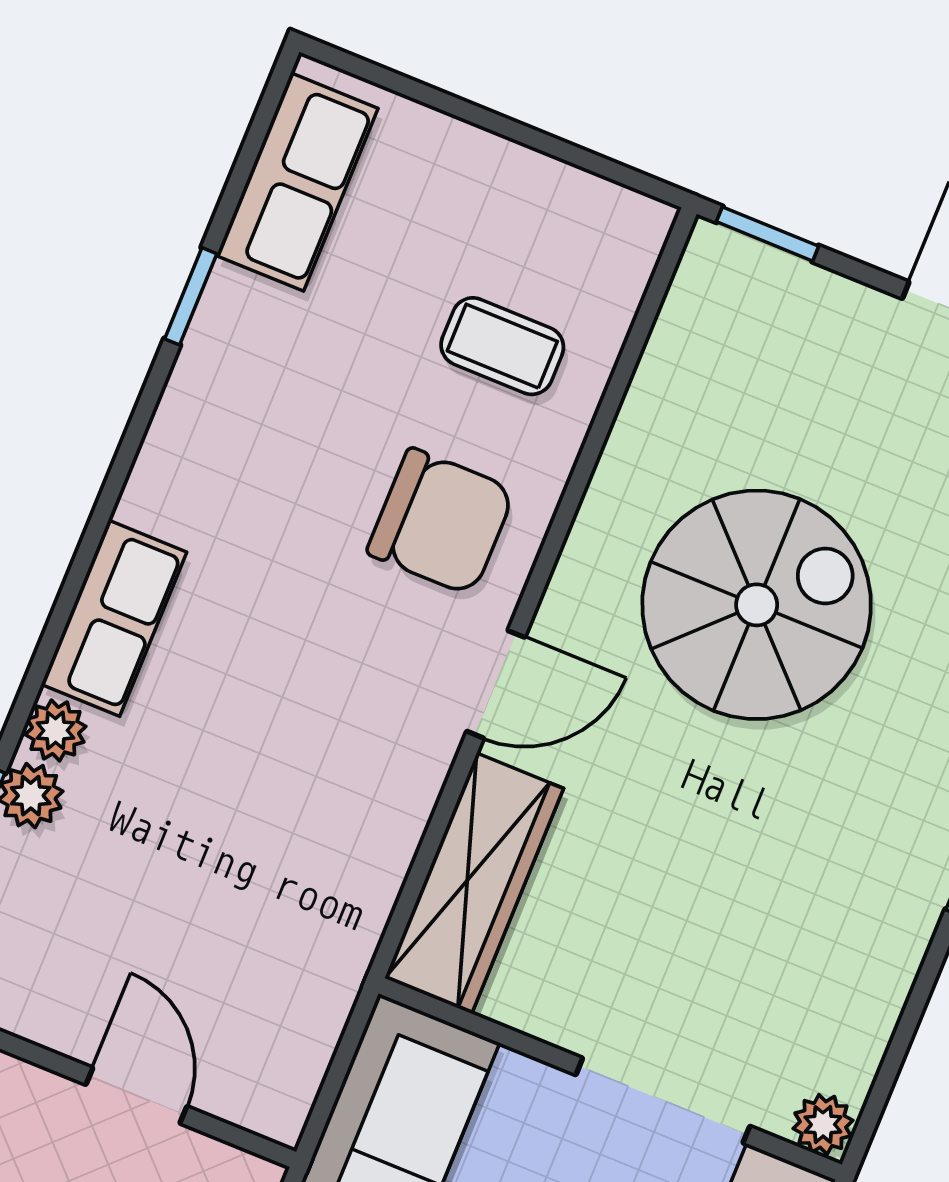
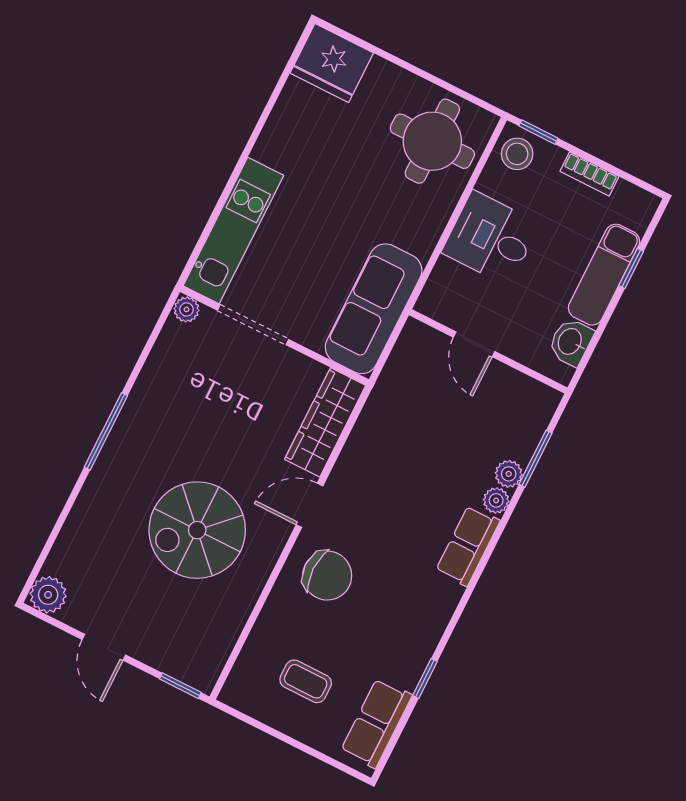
coffee table: (502, 346) -> (306, 681), moved
chair: (441, 522) -> (327, 576), turned 180

